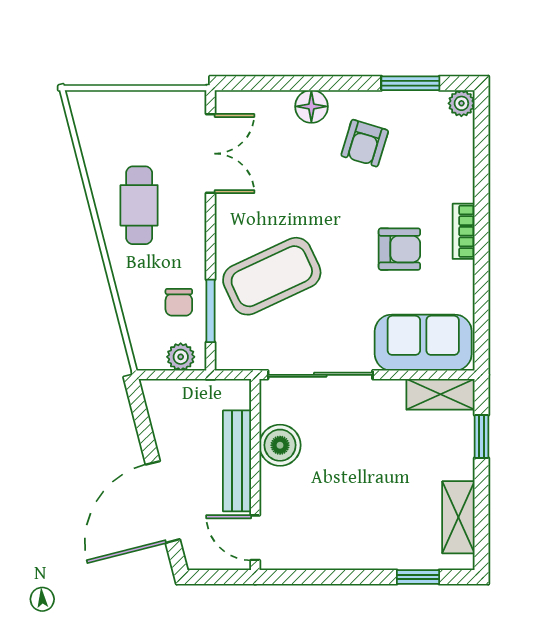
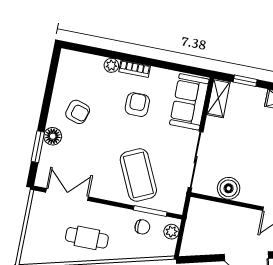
window: (410, 83) -> (38, 147), moved
plant: (461, 103) -> (111, 65), moved
bench: (237, 461) -> (232, 213), removed

